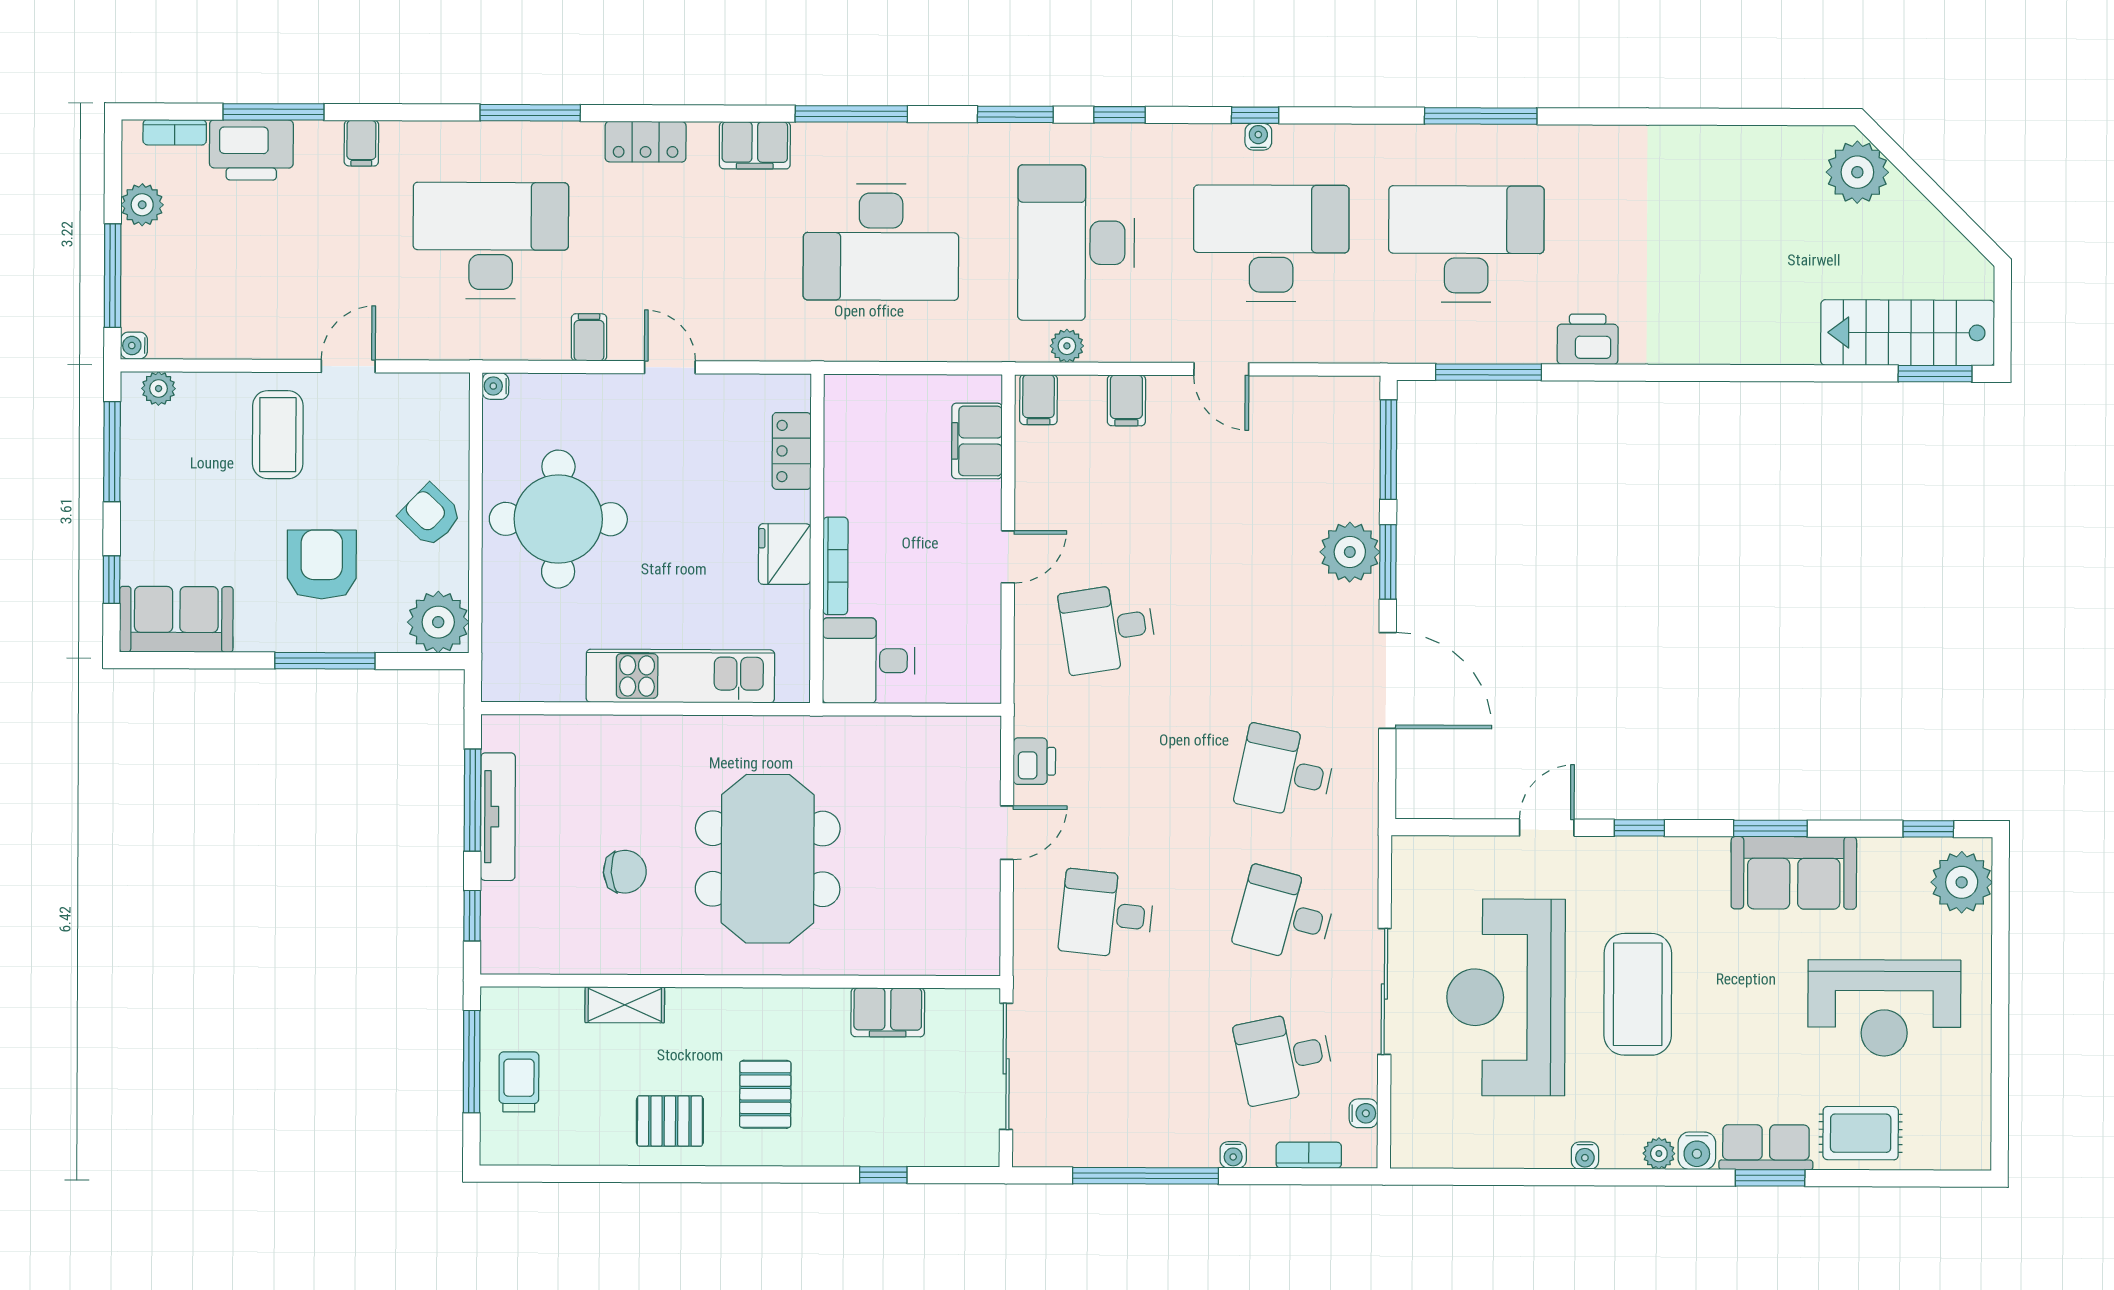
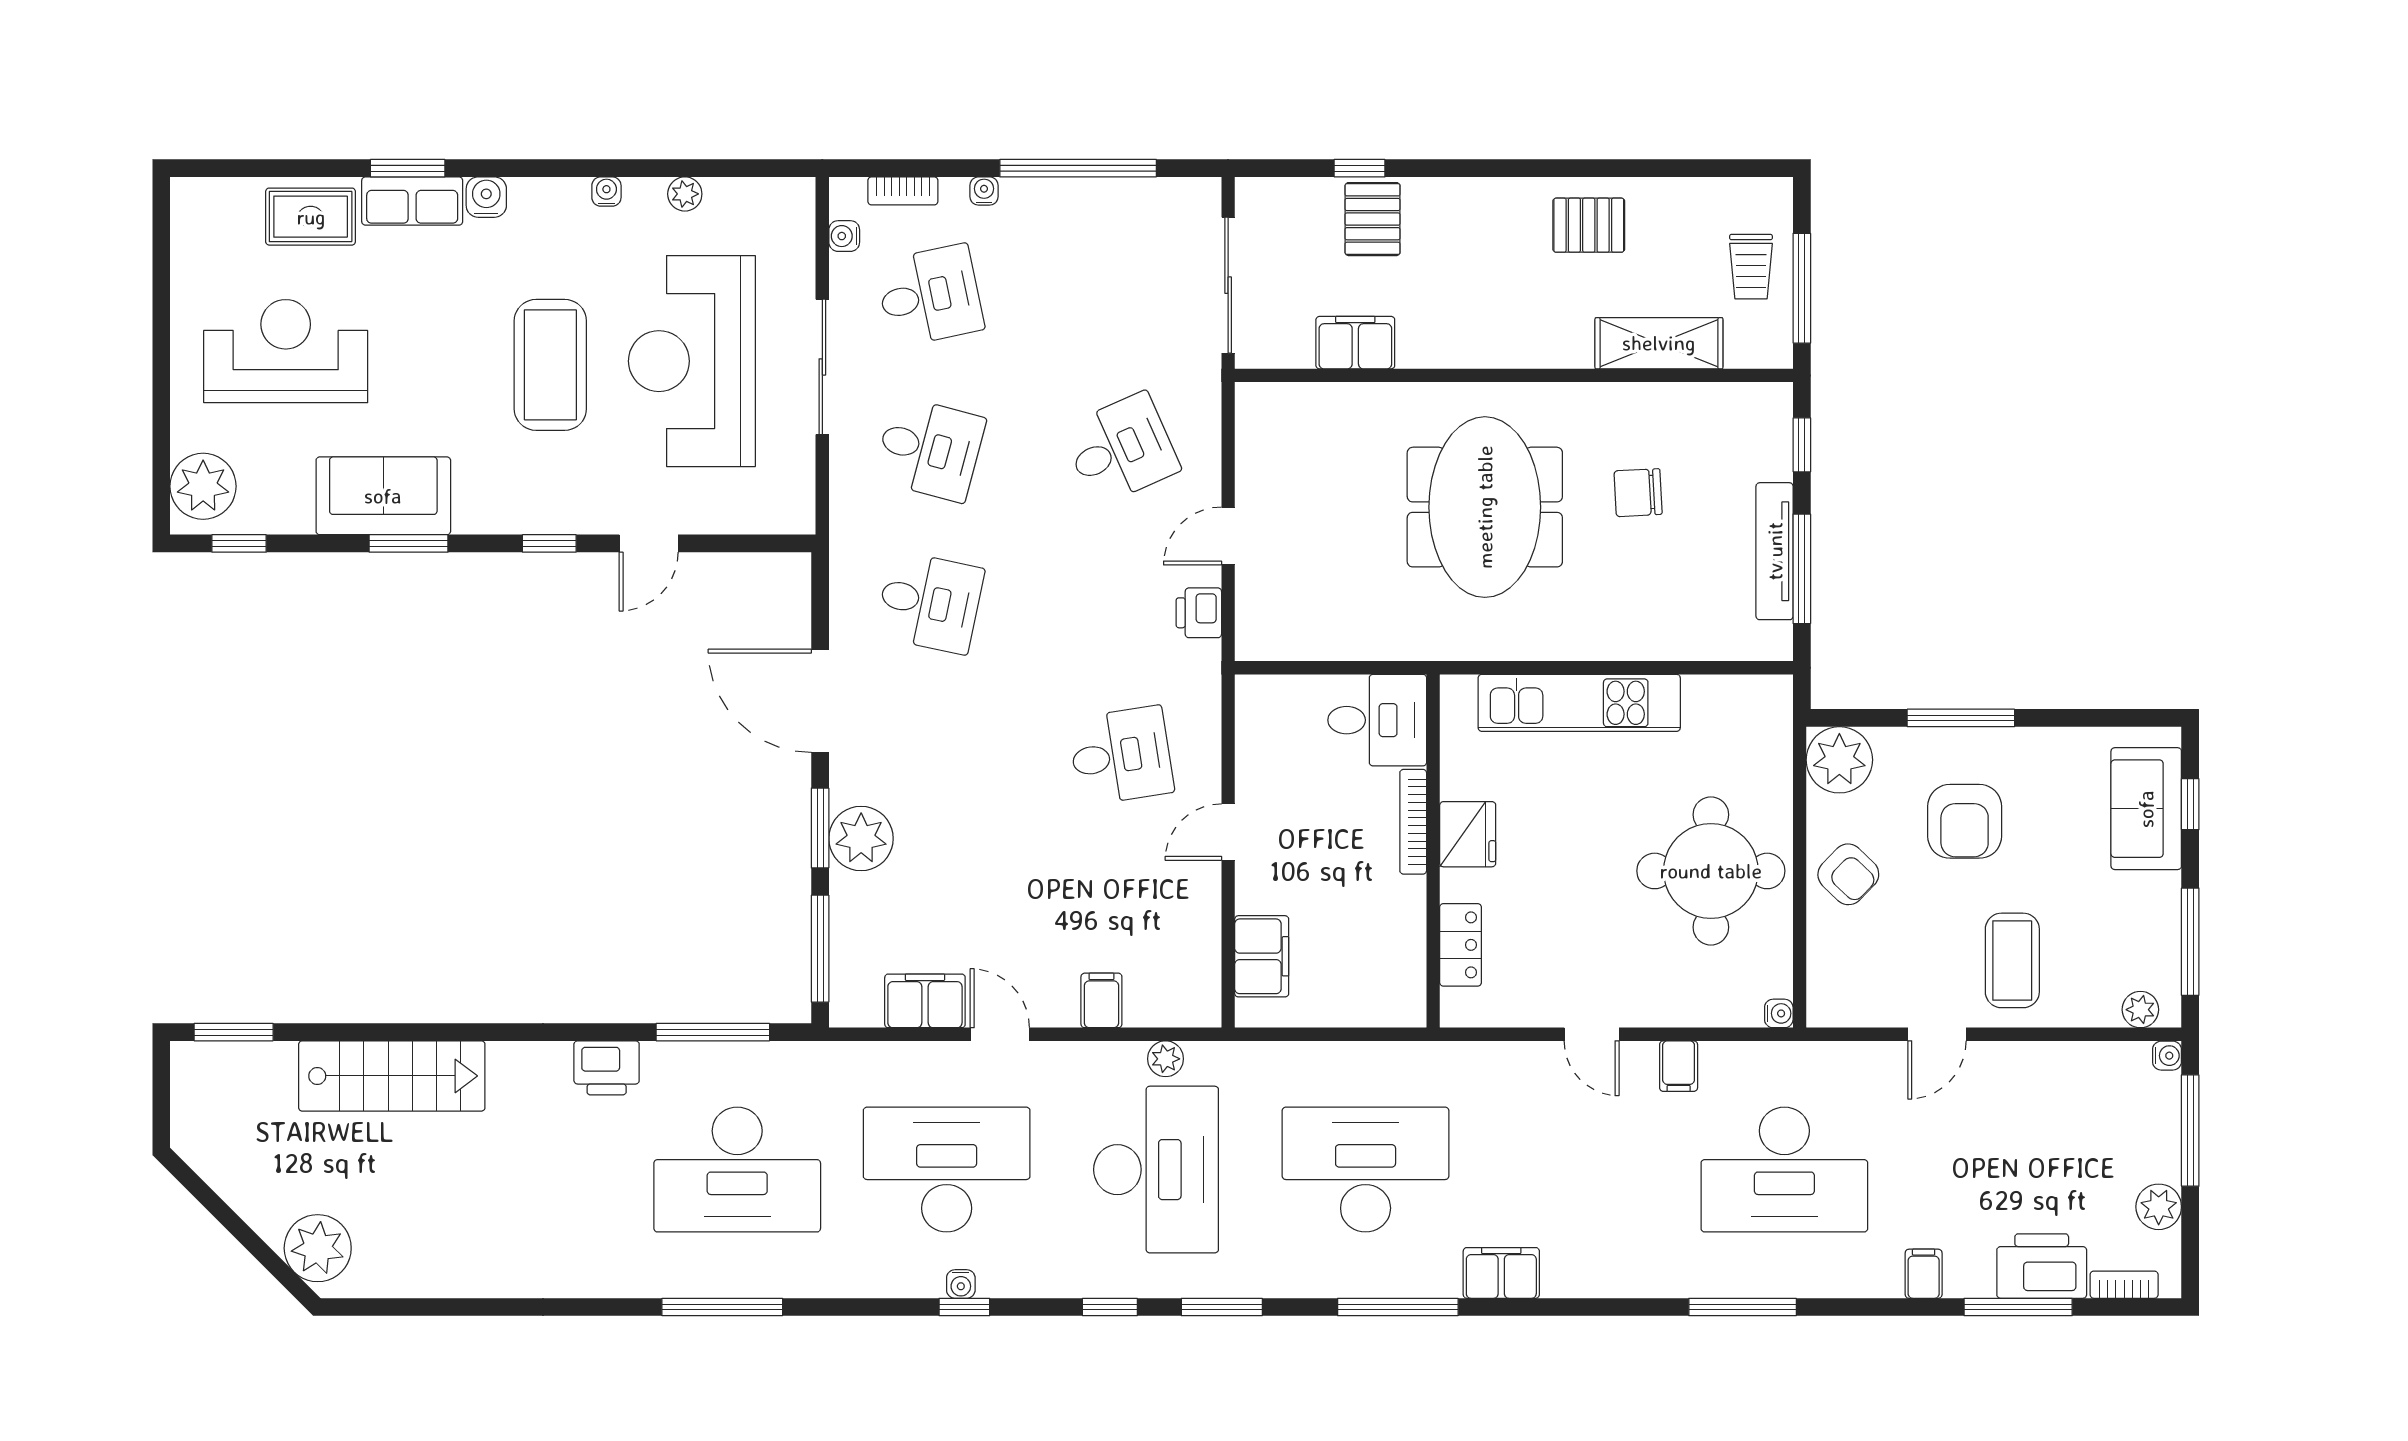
locker: (646, 142) -> (1619, 1276), removed
desk: (1271, 243) -> (947, 1170), turned 180
stairs: (1908, 333) -> (392, 1076), moved
filing cabinet: (1039, 400) -> (925, 1001), moved, width x2.00
sofa: (176, 619) -> (2146, 809), moved, turned 90
desk: (1107, 914) -> (1121, 449), turned -30
reception desk: (1506, 997) -> (692, 361), turned 180
shelving: (625, 1005) -> (1659, 343), width x1.50, depth x1.33
pallet: (765, 1094) -> (1373, 219), moved
plant: (1659, 1154) -> (685, 194), moved

